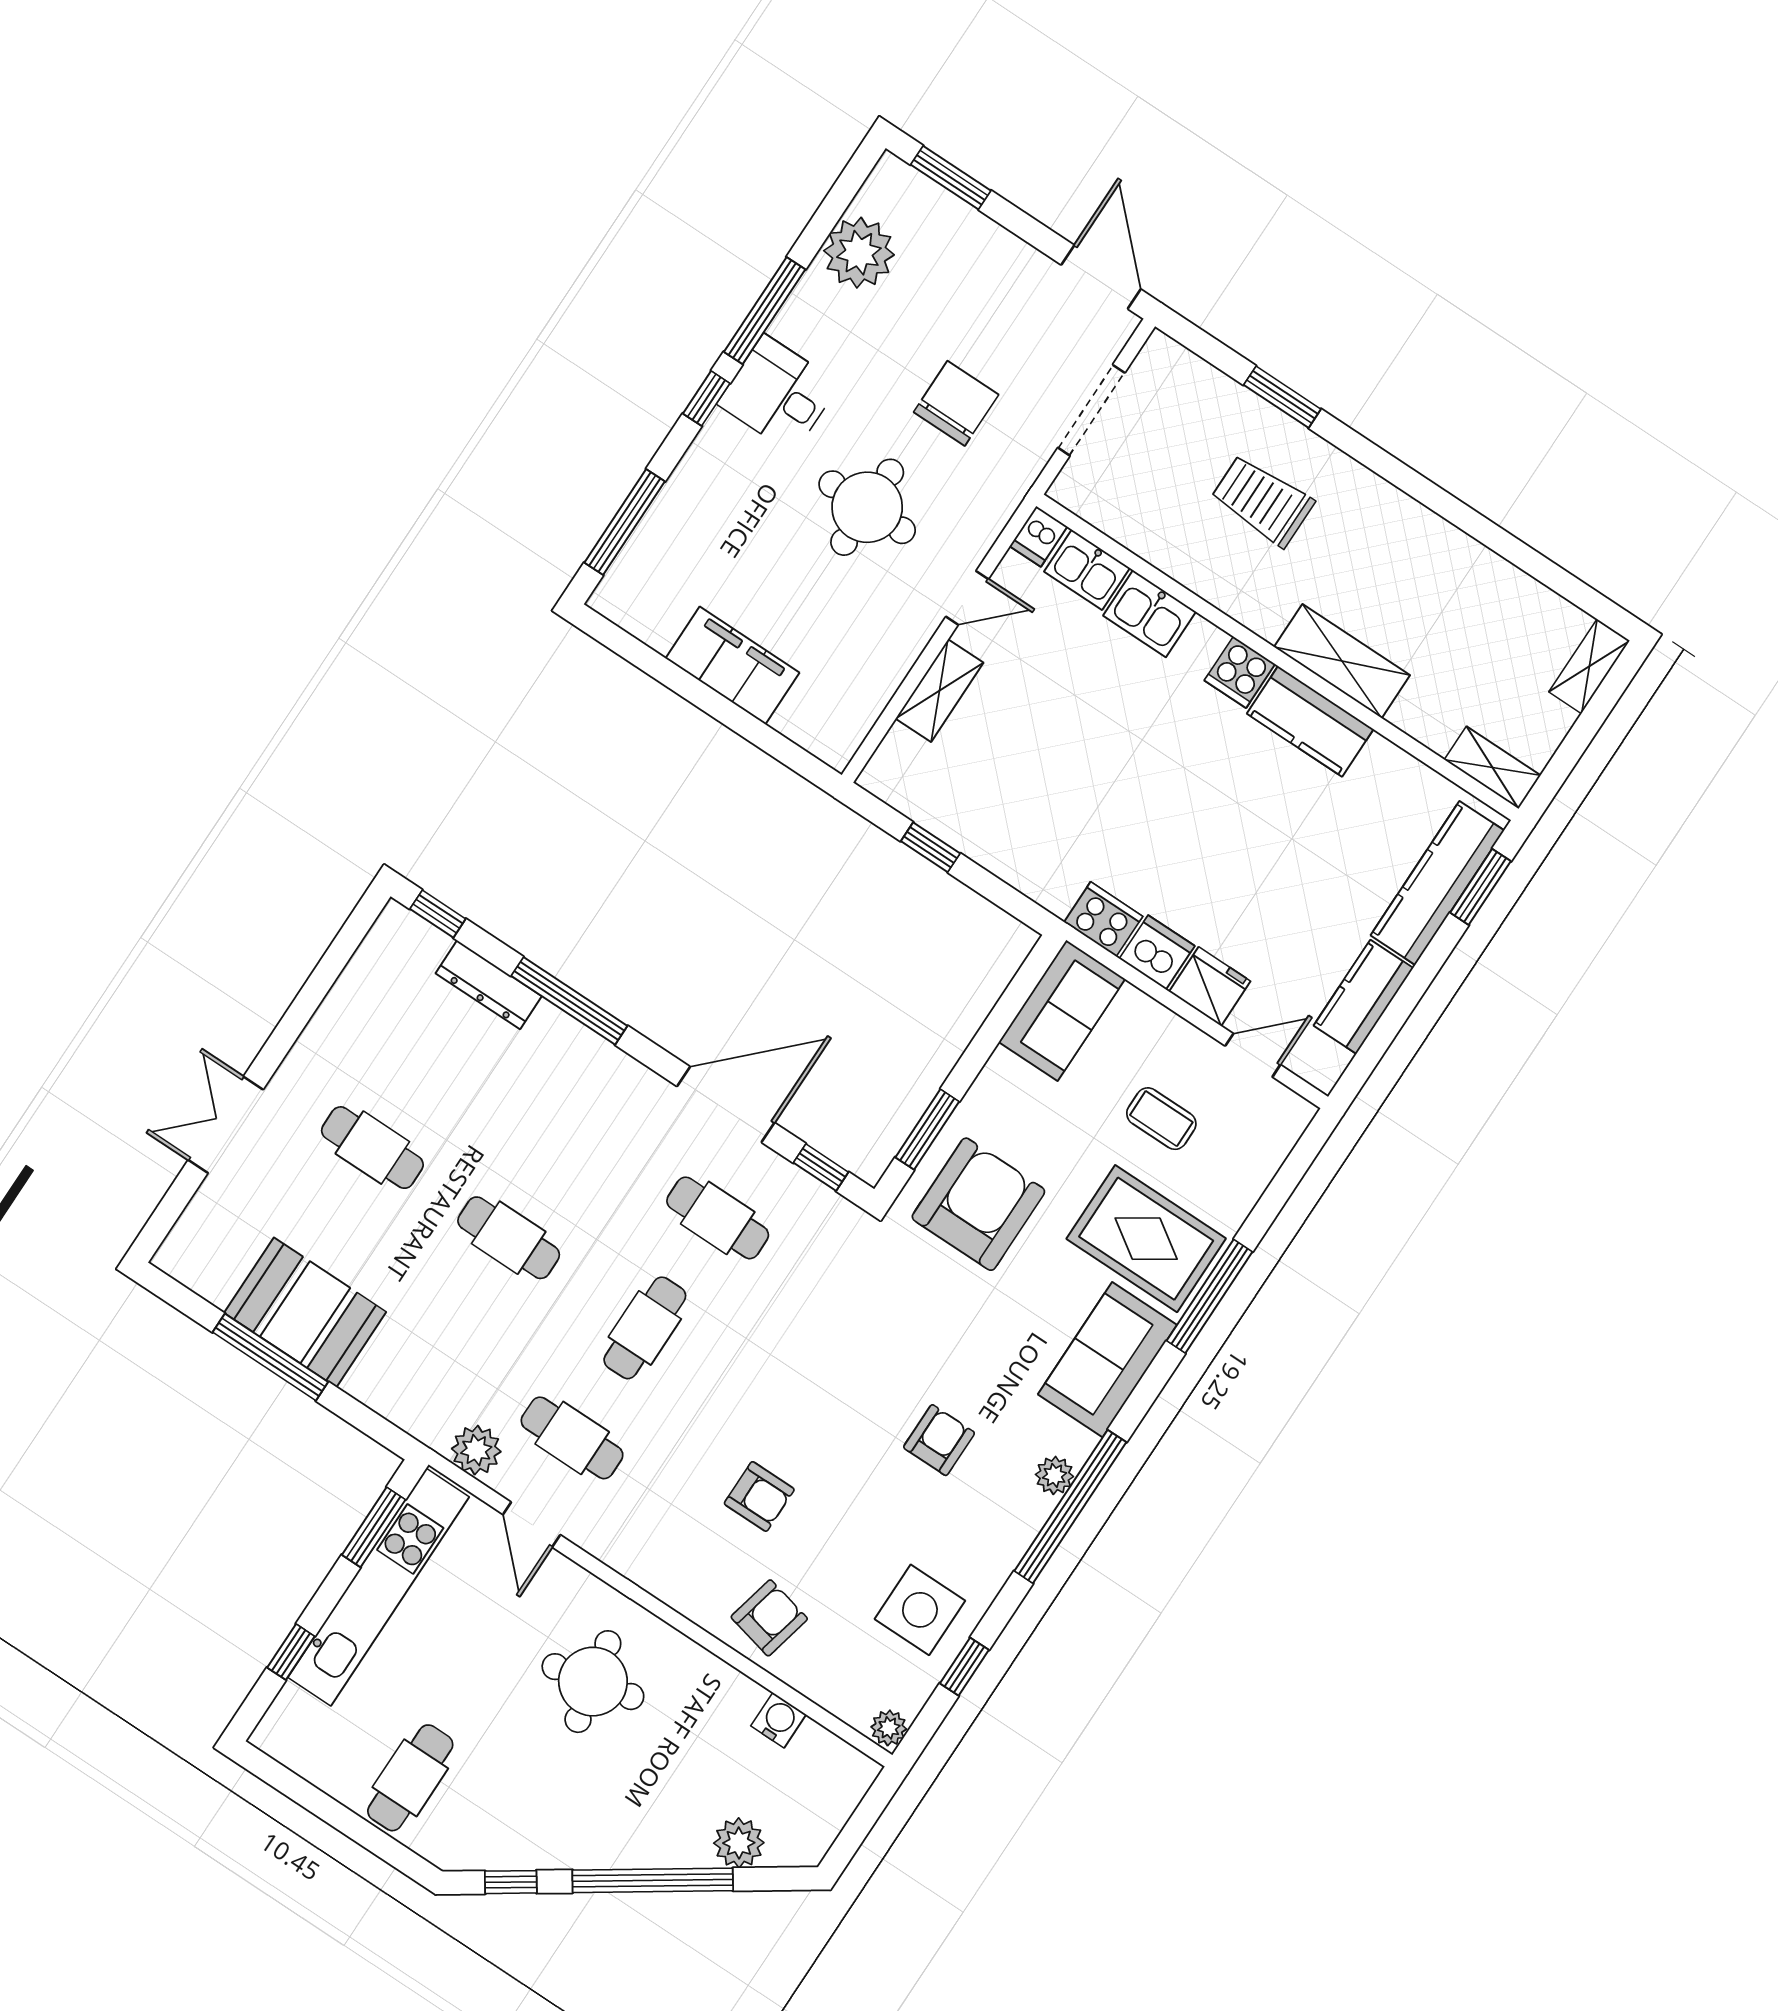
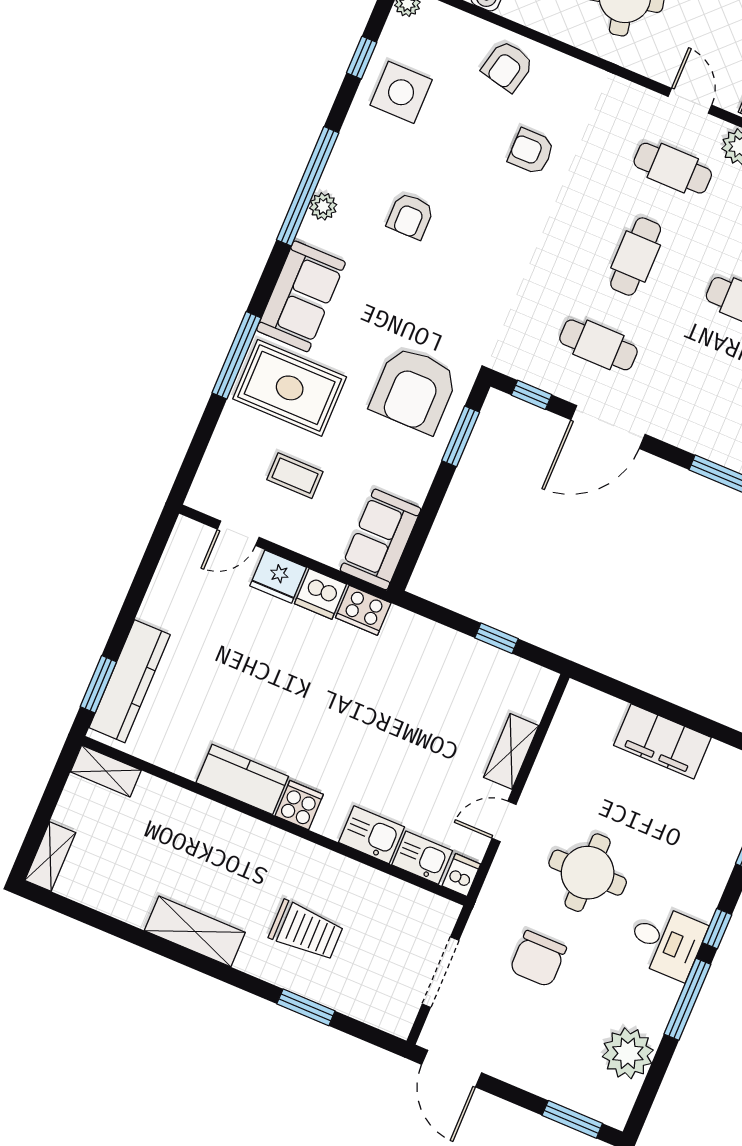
shelving: (1342, 661) -> (195, 931), moved
kitchen counter: (1363, 997) -> (167, 590), removed

